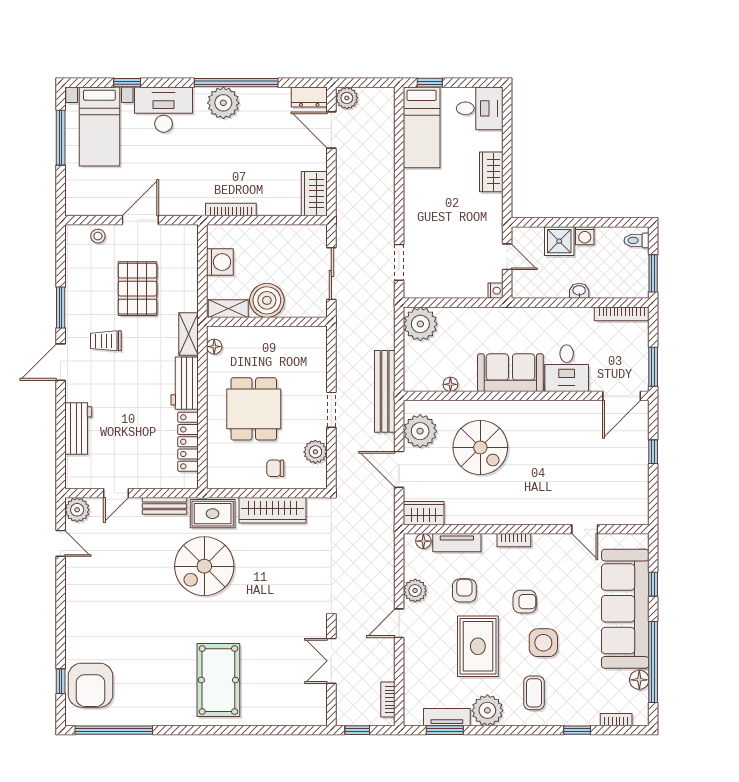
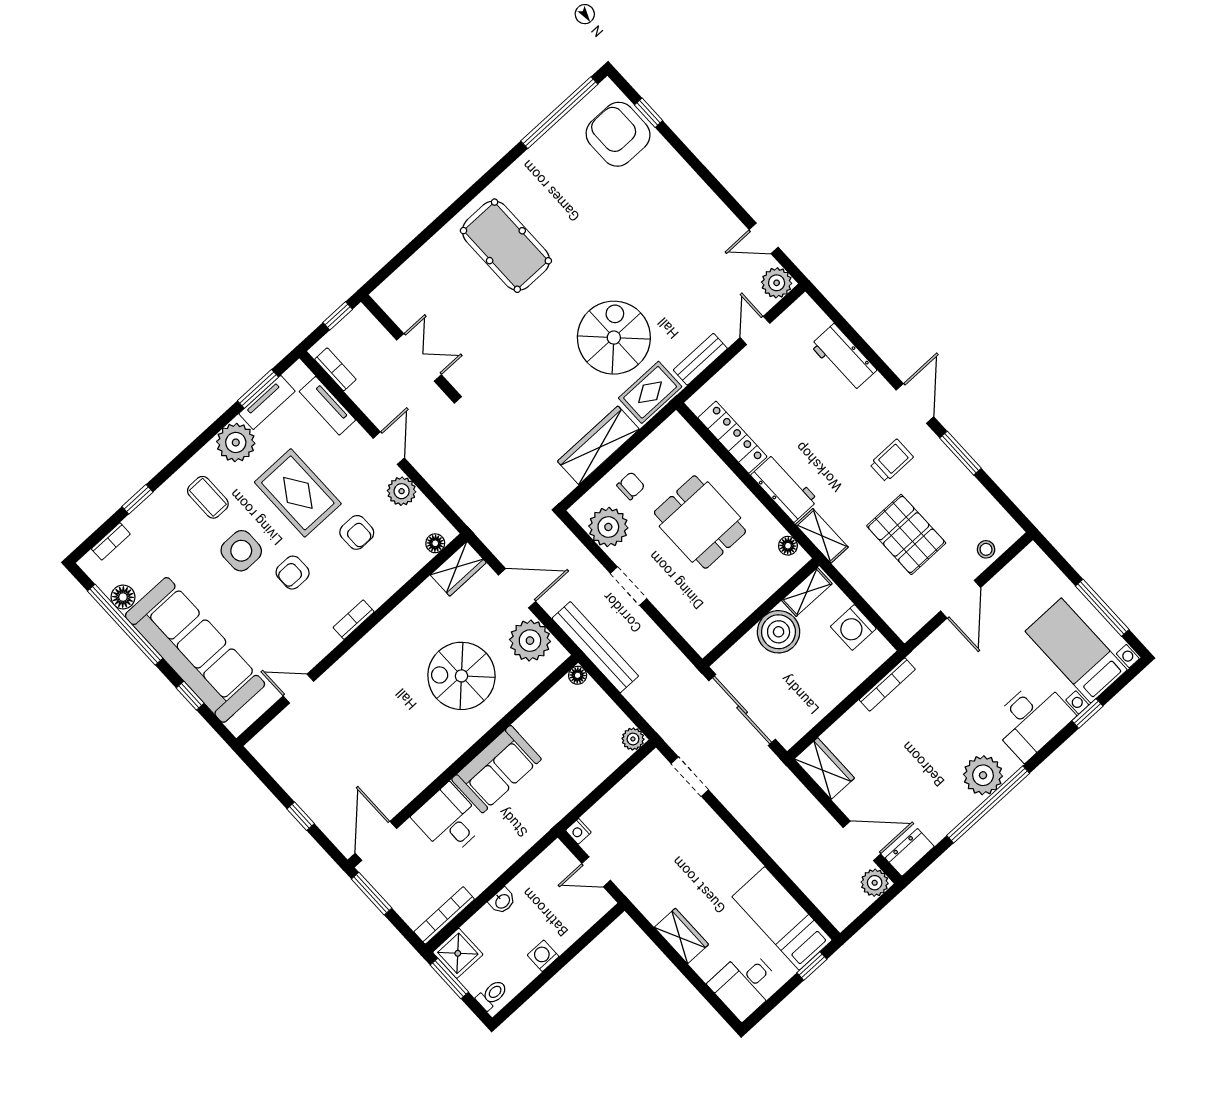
shower: (559, 241) -> (458, 953), moved
sliding door: (331, 274) -> (742, 710), width x1.37
plant: (420, 324) -> (633, 739), width x0.53, depth x0.53
floor lamp: (450, 384) -> (578, 675), moved
plant: (315, 452) -> (608, 527), width x1.36, depth x1.36
tv unit: (457, 543) -> (327, 406), moved, turned -90

